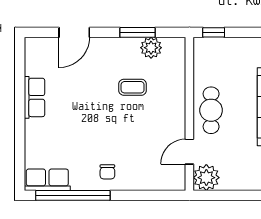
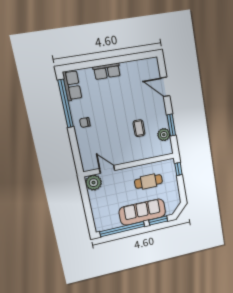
row of seats: (35, 97) -> (107, 71), moved
cafe table: (211, 110) -> (148, 181), moved

